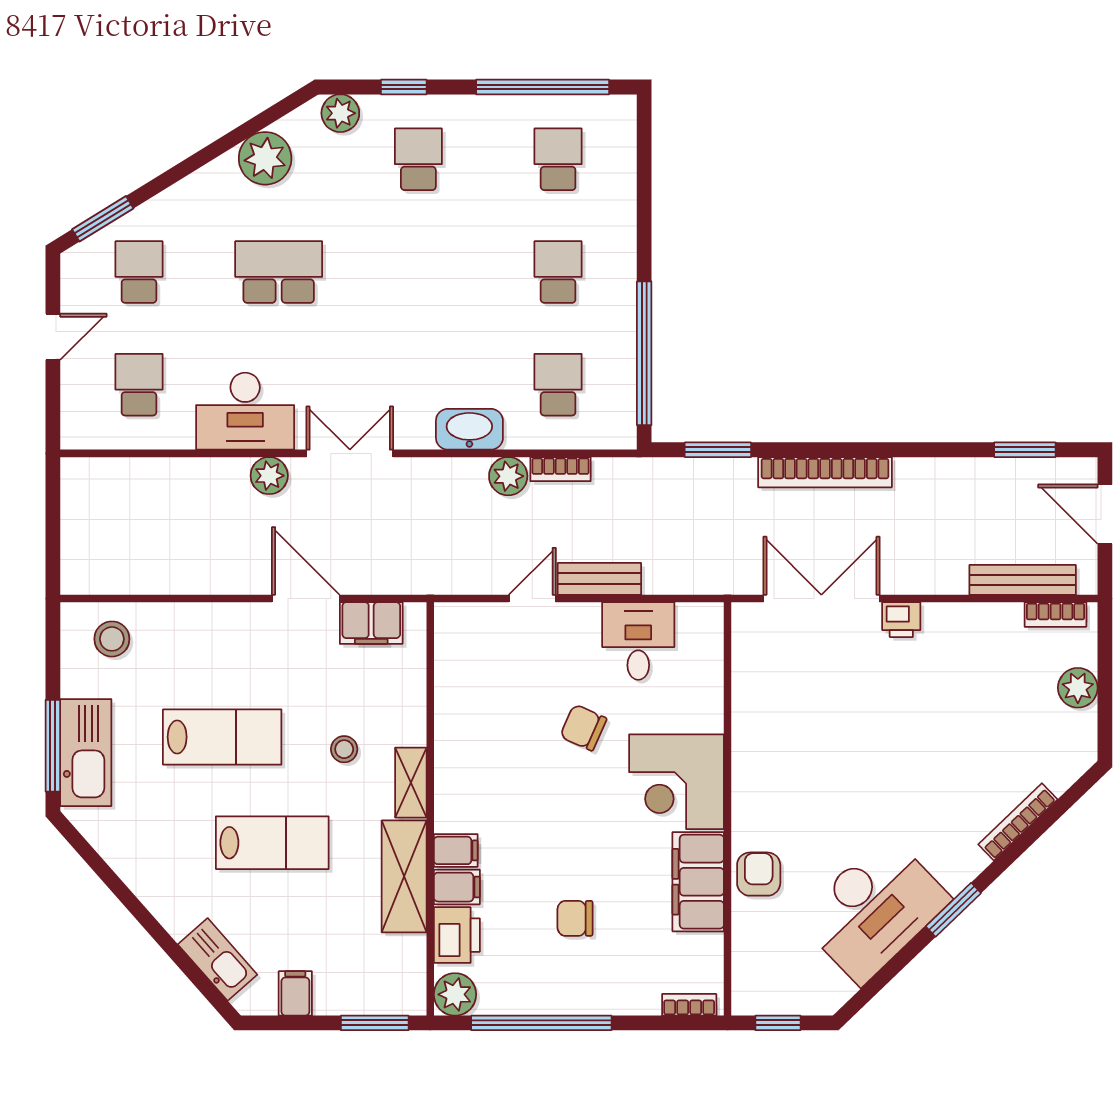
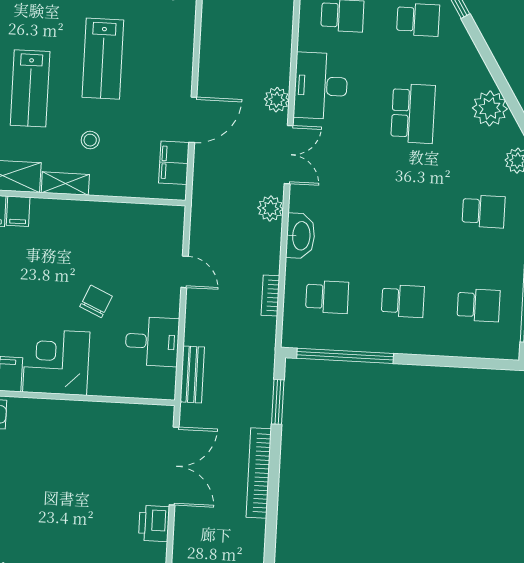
plant: (508, 476) -> (270, 208), moved
bench: (599, 579) -> (192, 374), moved
printer: (901, 620) -> (154, 523), width x1.36, depth x1.24

